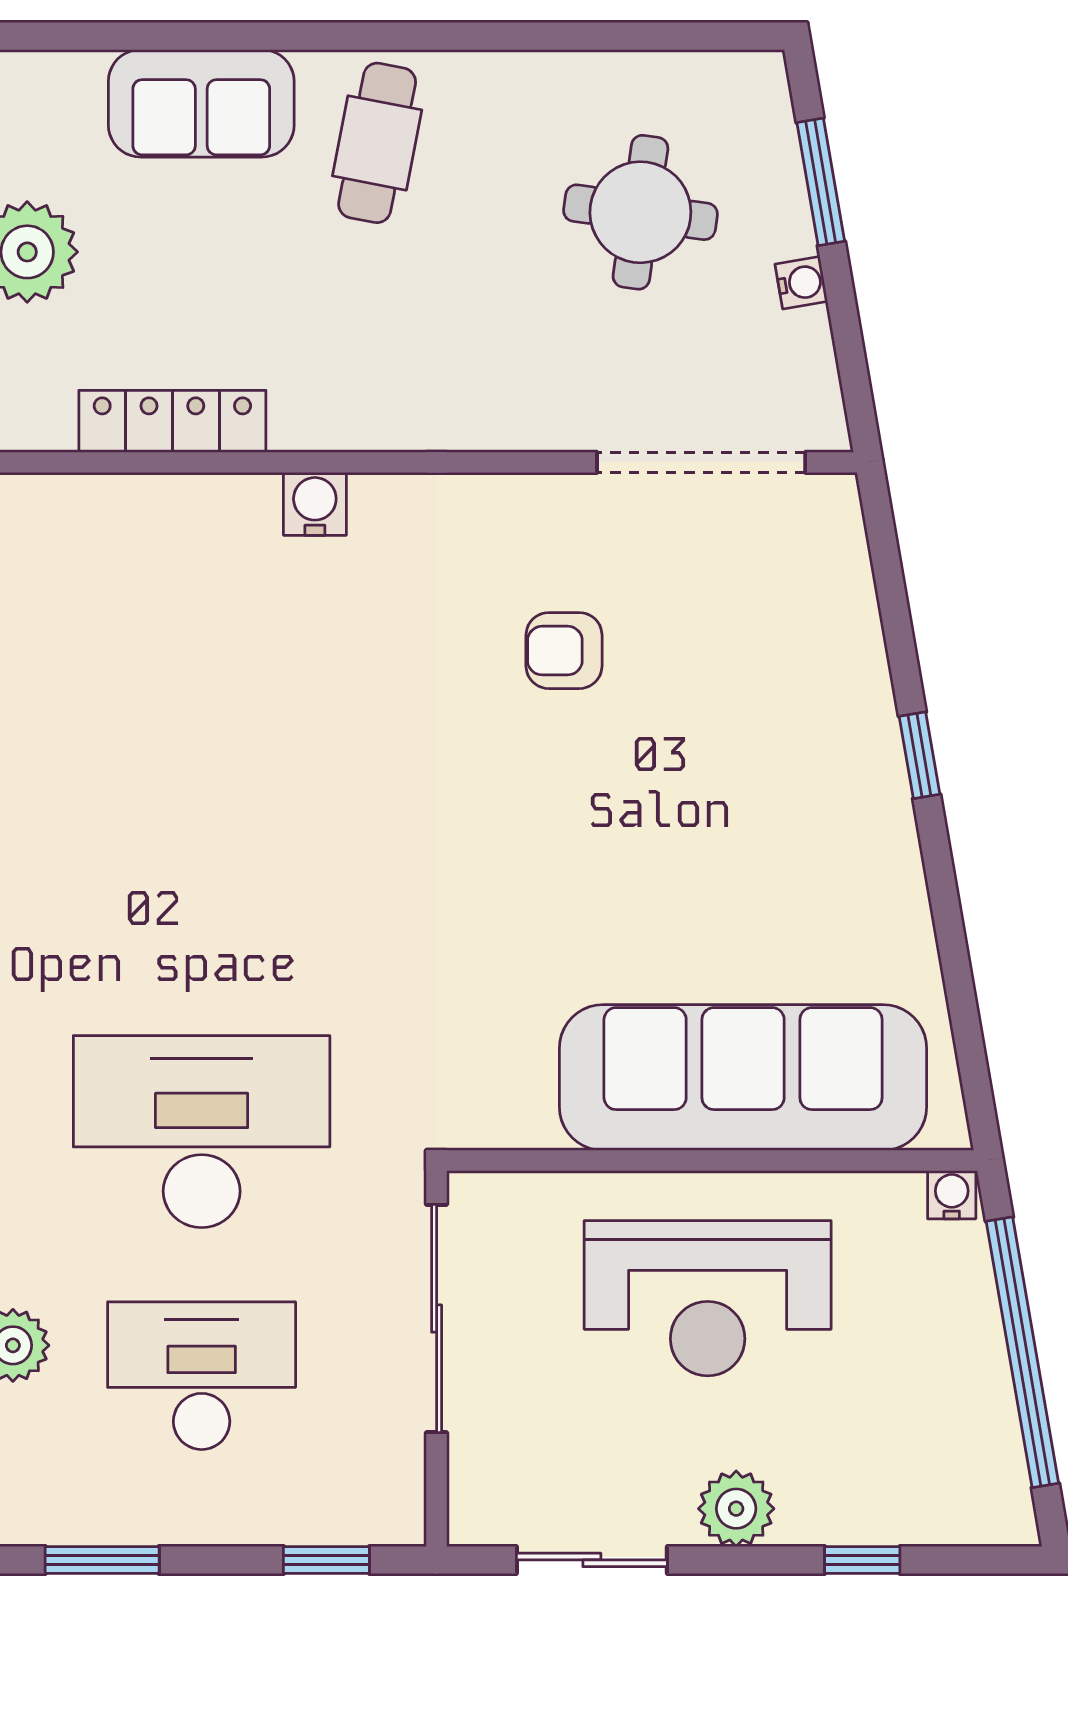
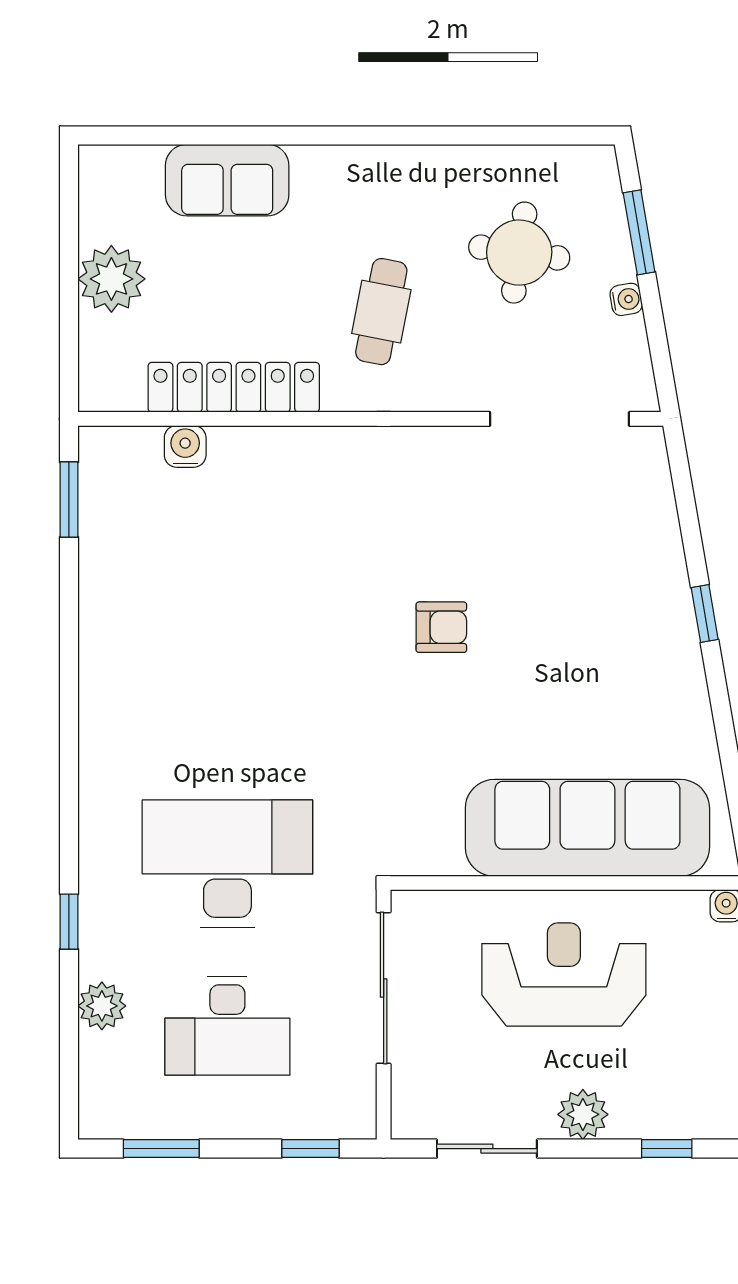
cafe table: (377, 143) -> (381, 312), moved
locker: (172, 421) -> (234, 387), width x1.41, depth x1.21
water cooler: (315, 504) -> (185, 446), moved
armchair: (564, 651) -> (441, 627), moved, turned 180
reception desk: (708, 1298) -> (564, 975), turned 180
desk: (202, 1376) -> (227, 1026), turned 180

